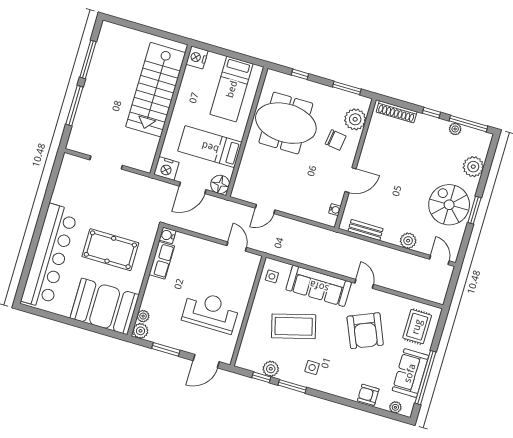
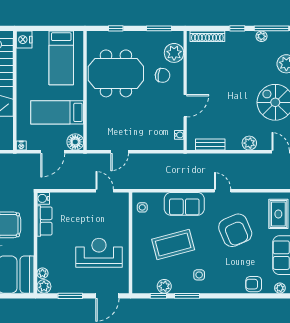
nightstand: (166, 168) -> (21, 145), width x0.53, depth x0.56
sofa: (319, 286) -> (184, 204), width x0.73

